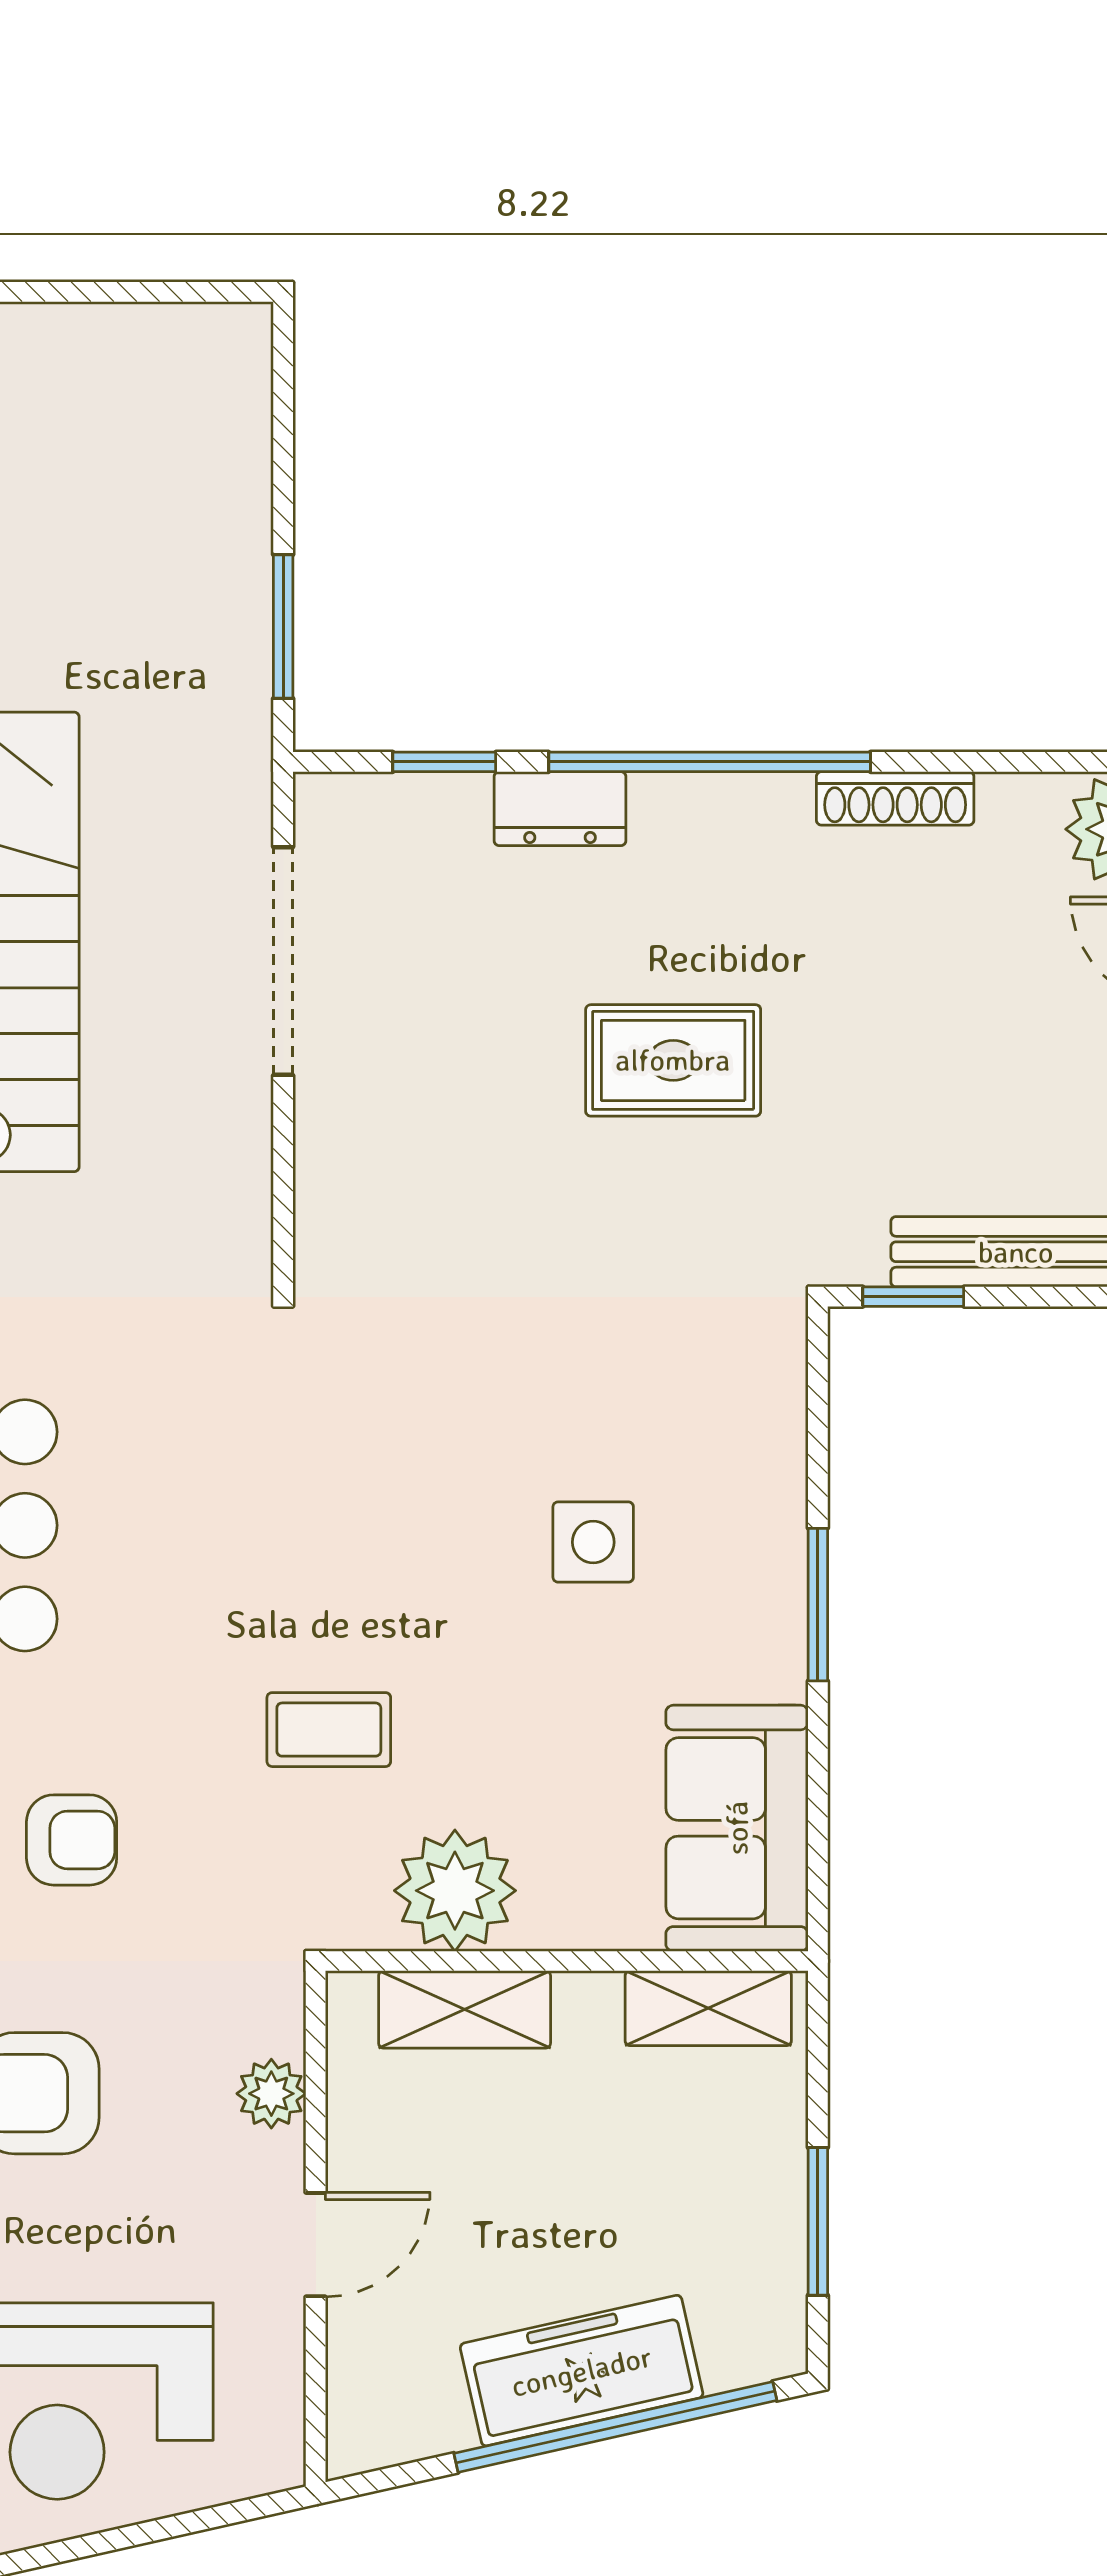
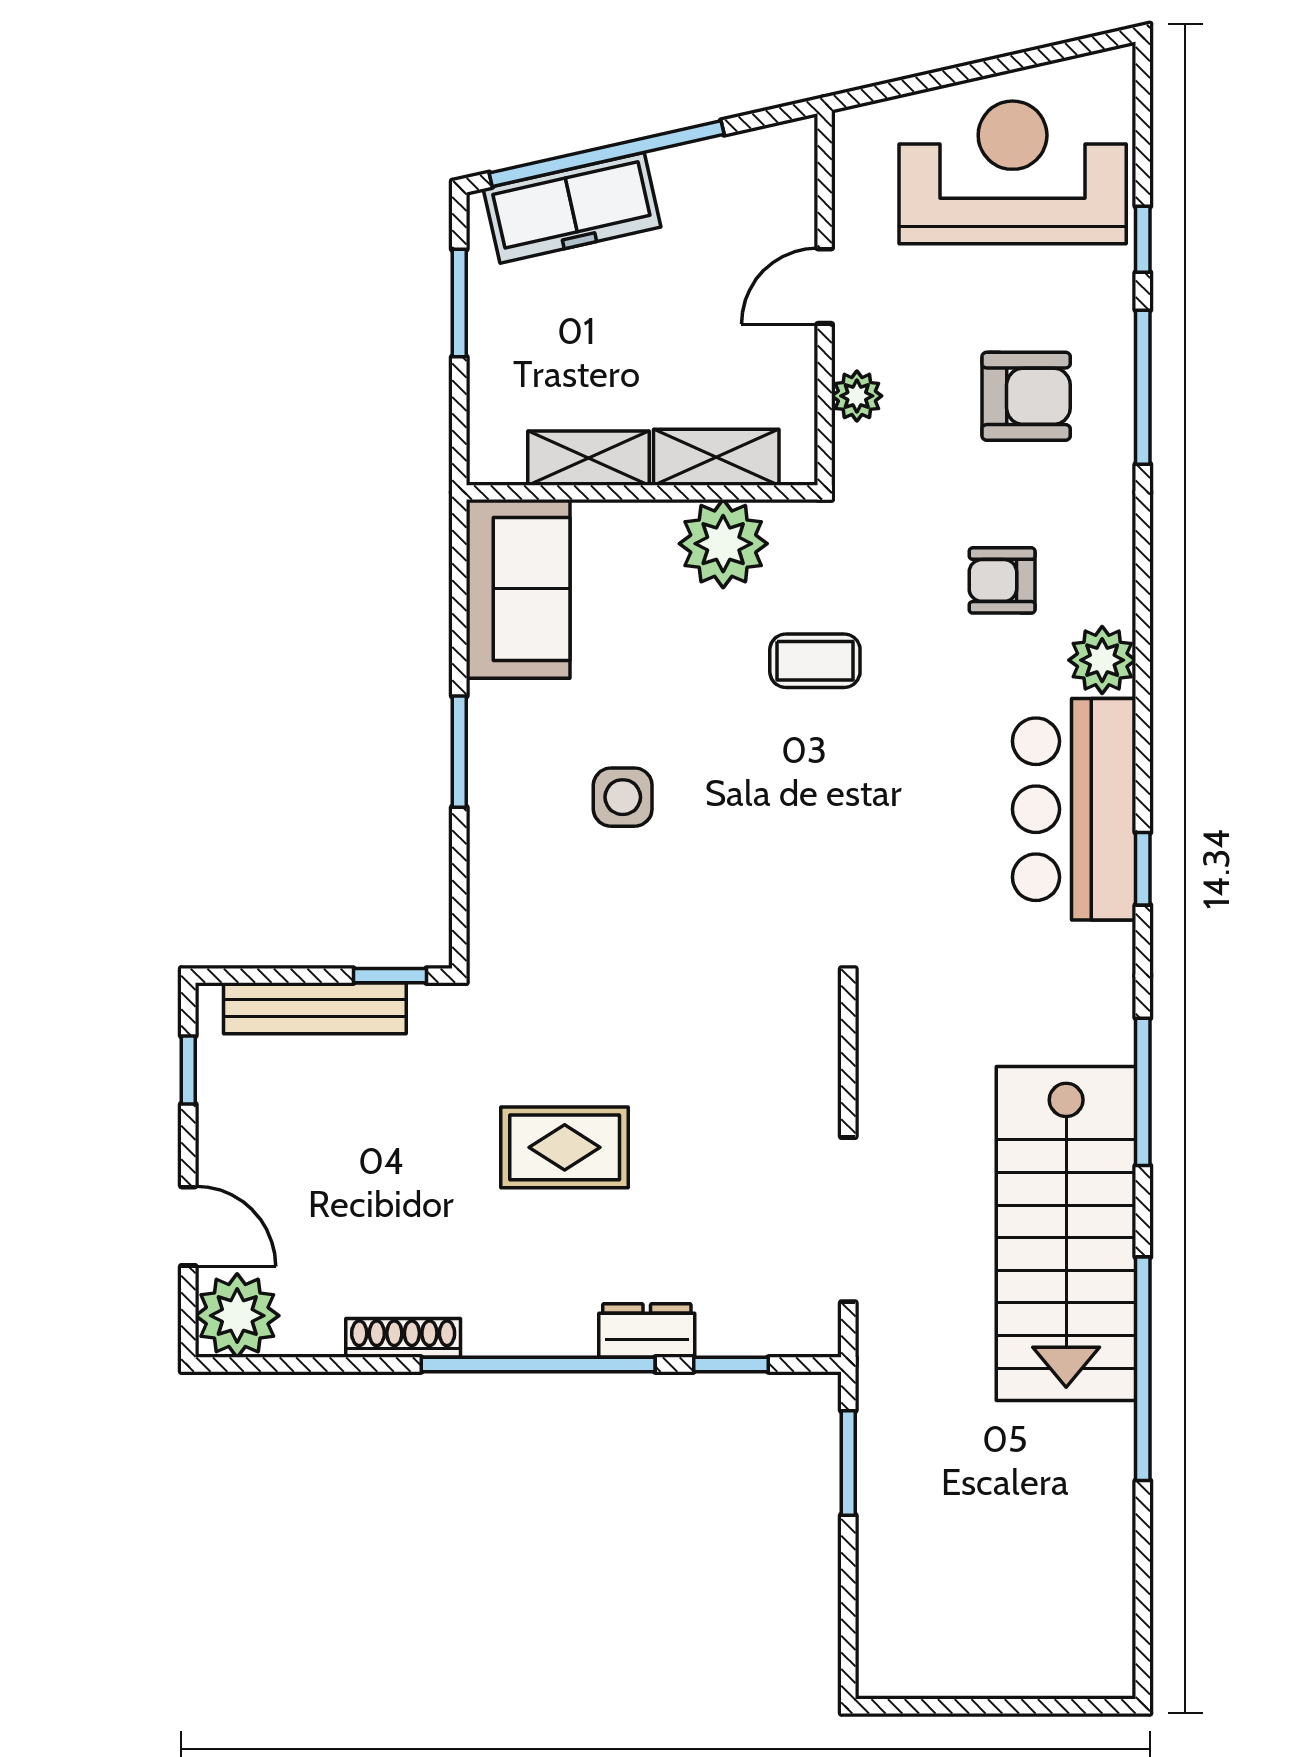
shelving: (708, 2008) -> (588, 458), moved
freezer: (582, 2371) -> (572, 208), moved

